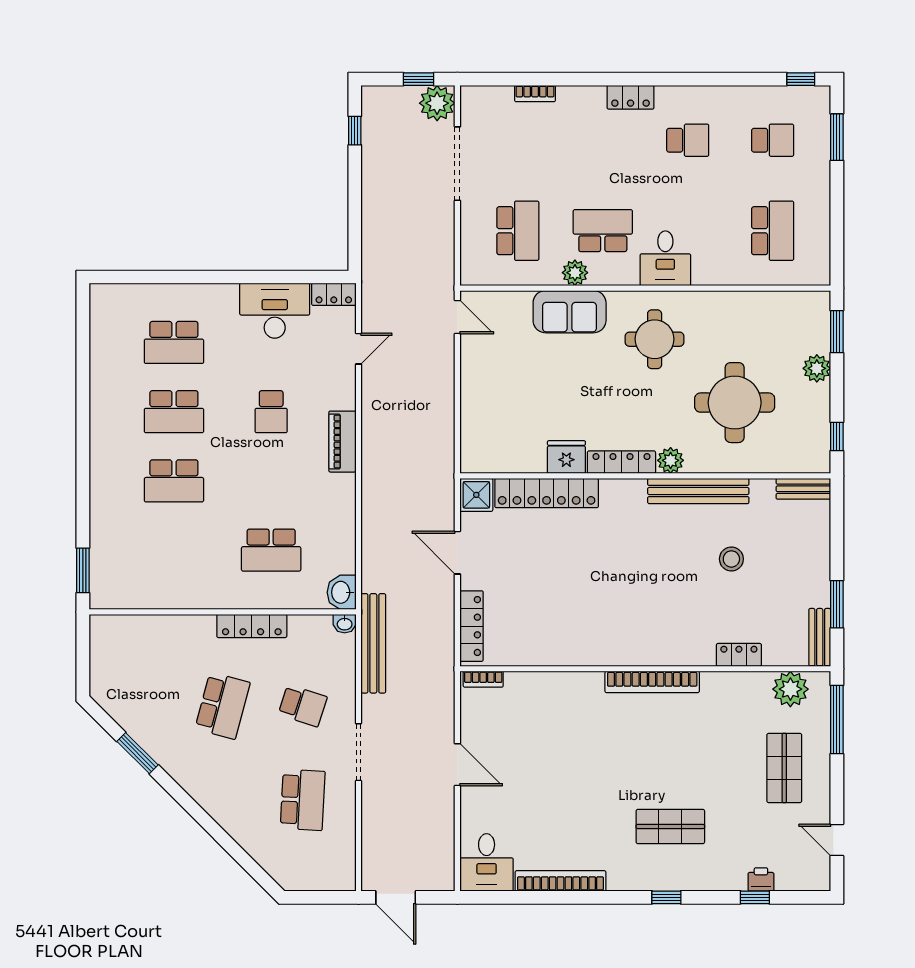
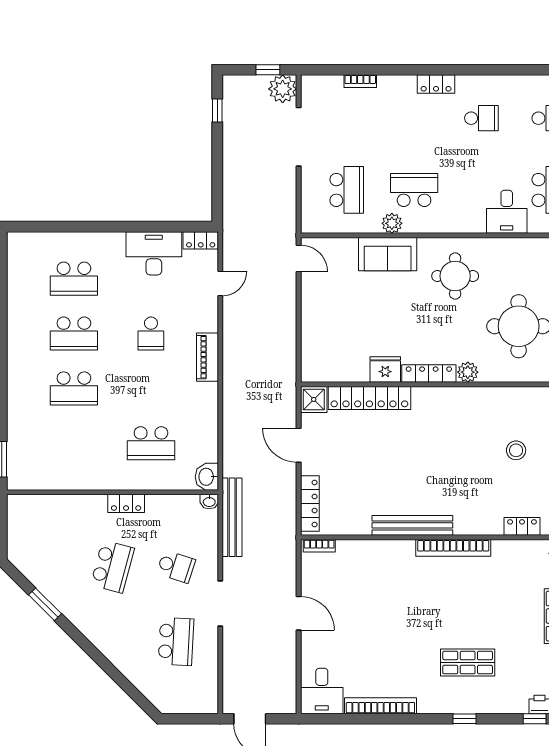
desk: (665, 258) -> (507, 212), moved
bench: (698, 491) -> (412, 525), moved
locker: (252, 626) -> (126, 503), width x0.66

